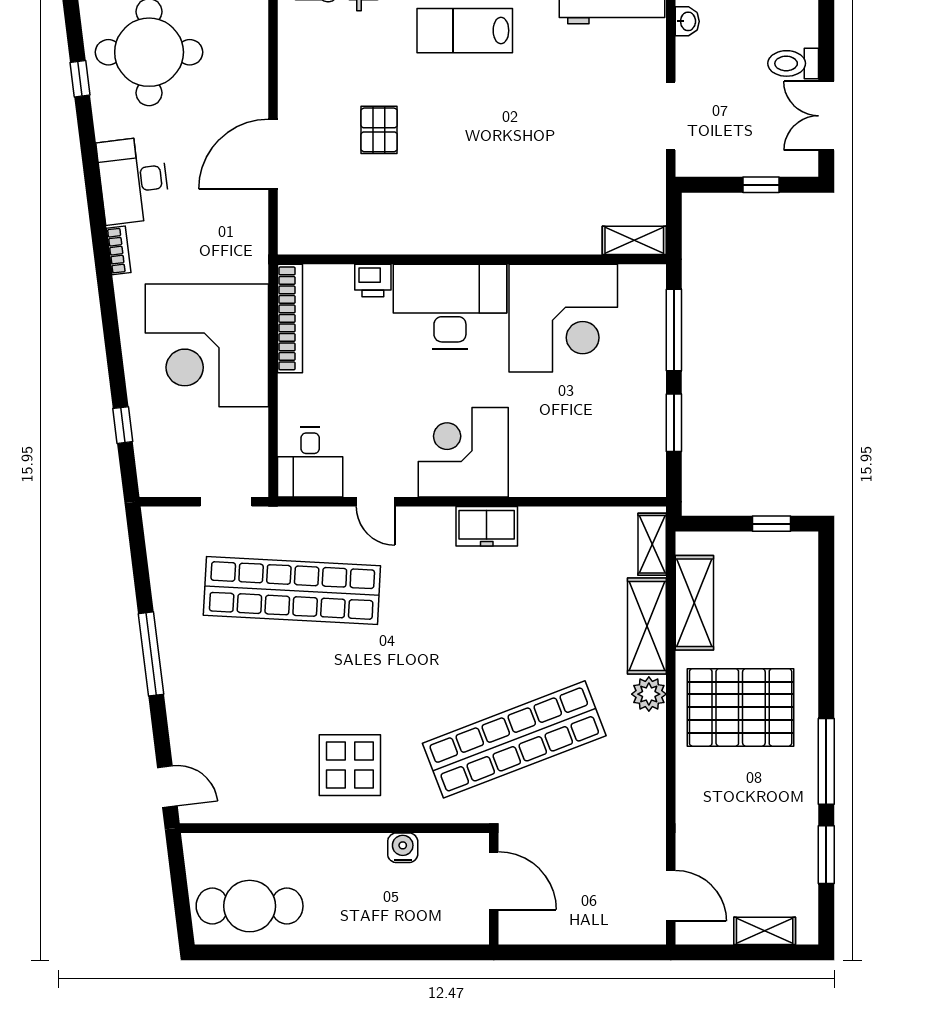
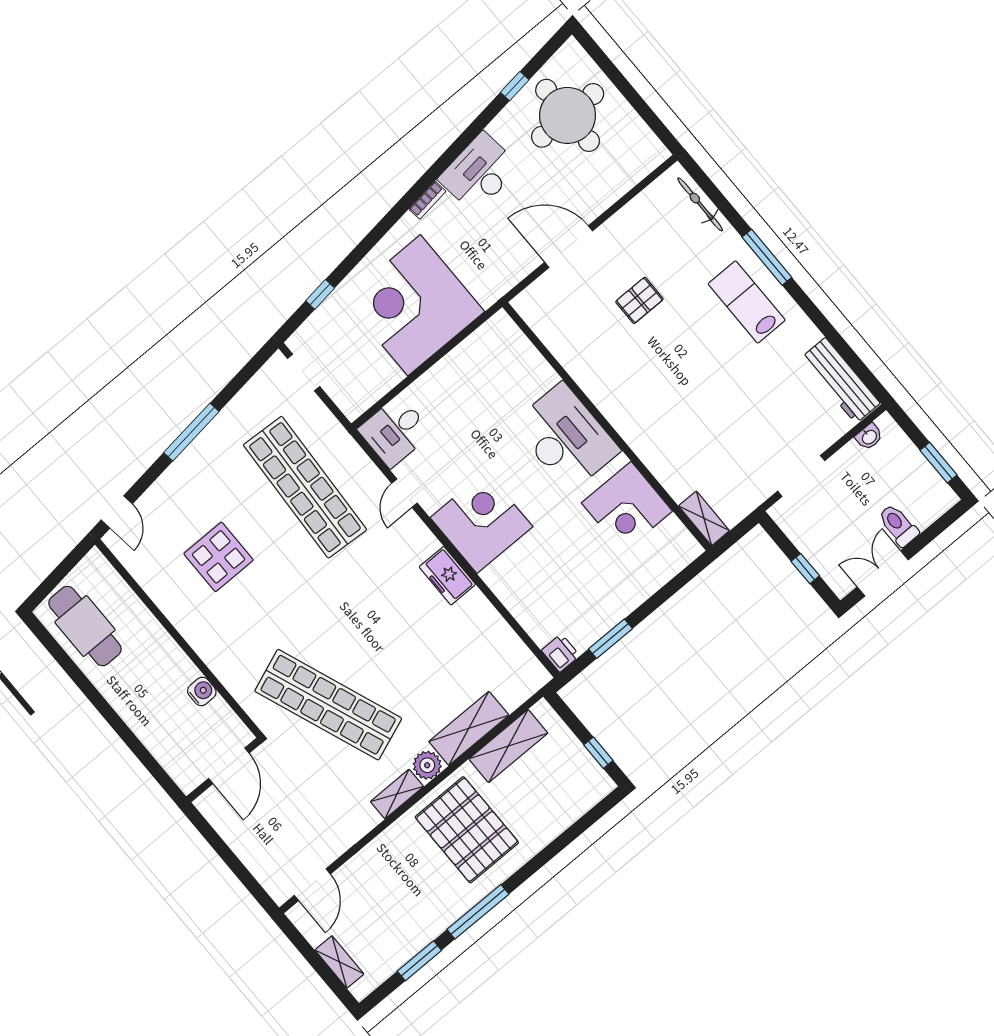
printer: (373, 280) -> (561, 653), moved, turned 180
bookcase: (290, 318) -> (475, 343), removed
corner desk: (563, 318) -> (627, 507), width x0.74, depth x0.74
window: (674, 330) -> (669, 590), removed
doorway: (226, 502) -> (304, 372), moved
shelving: (652, 544) -> (397, 794), moved
display table: (350, 765) -> (219, 557), moved

